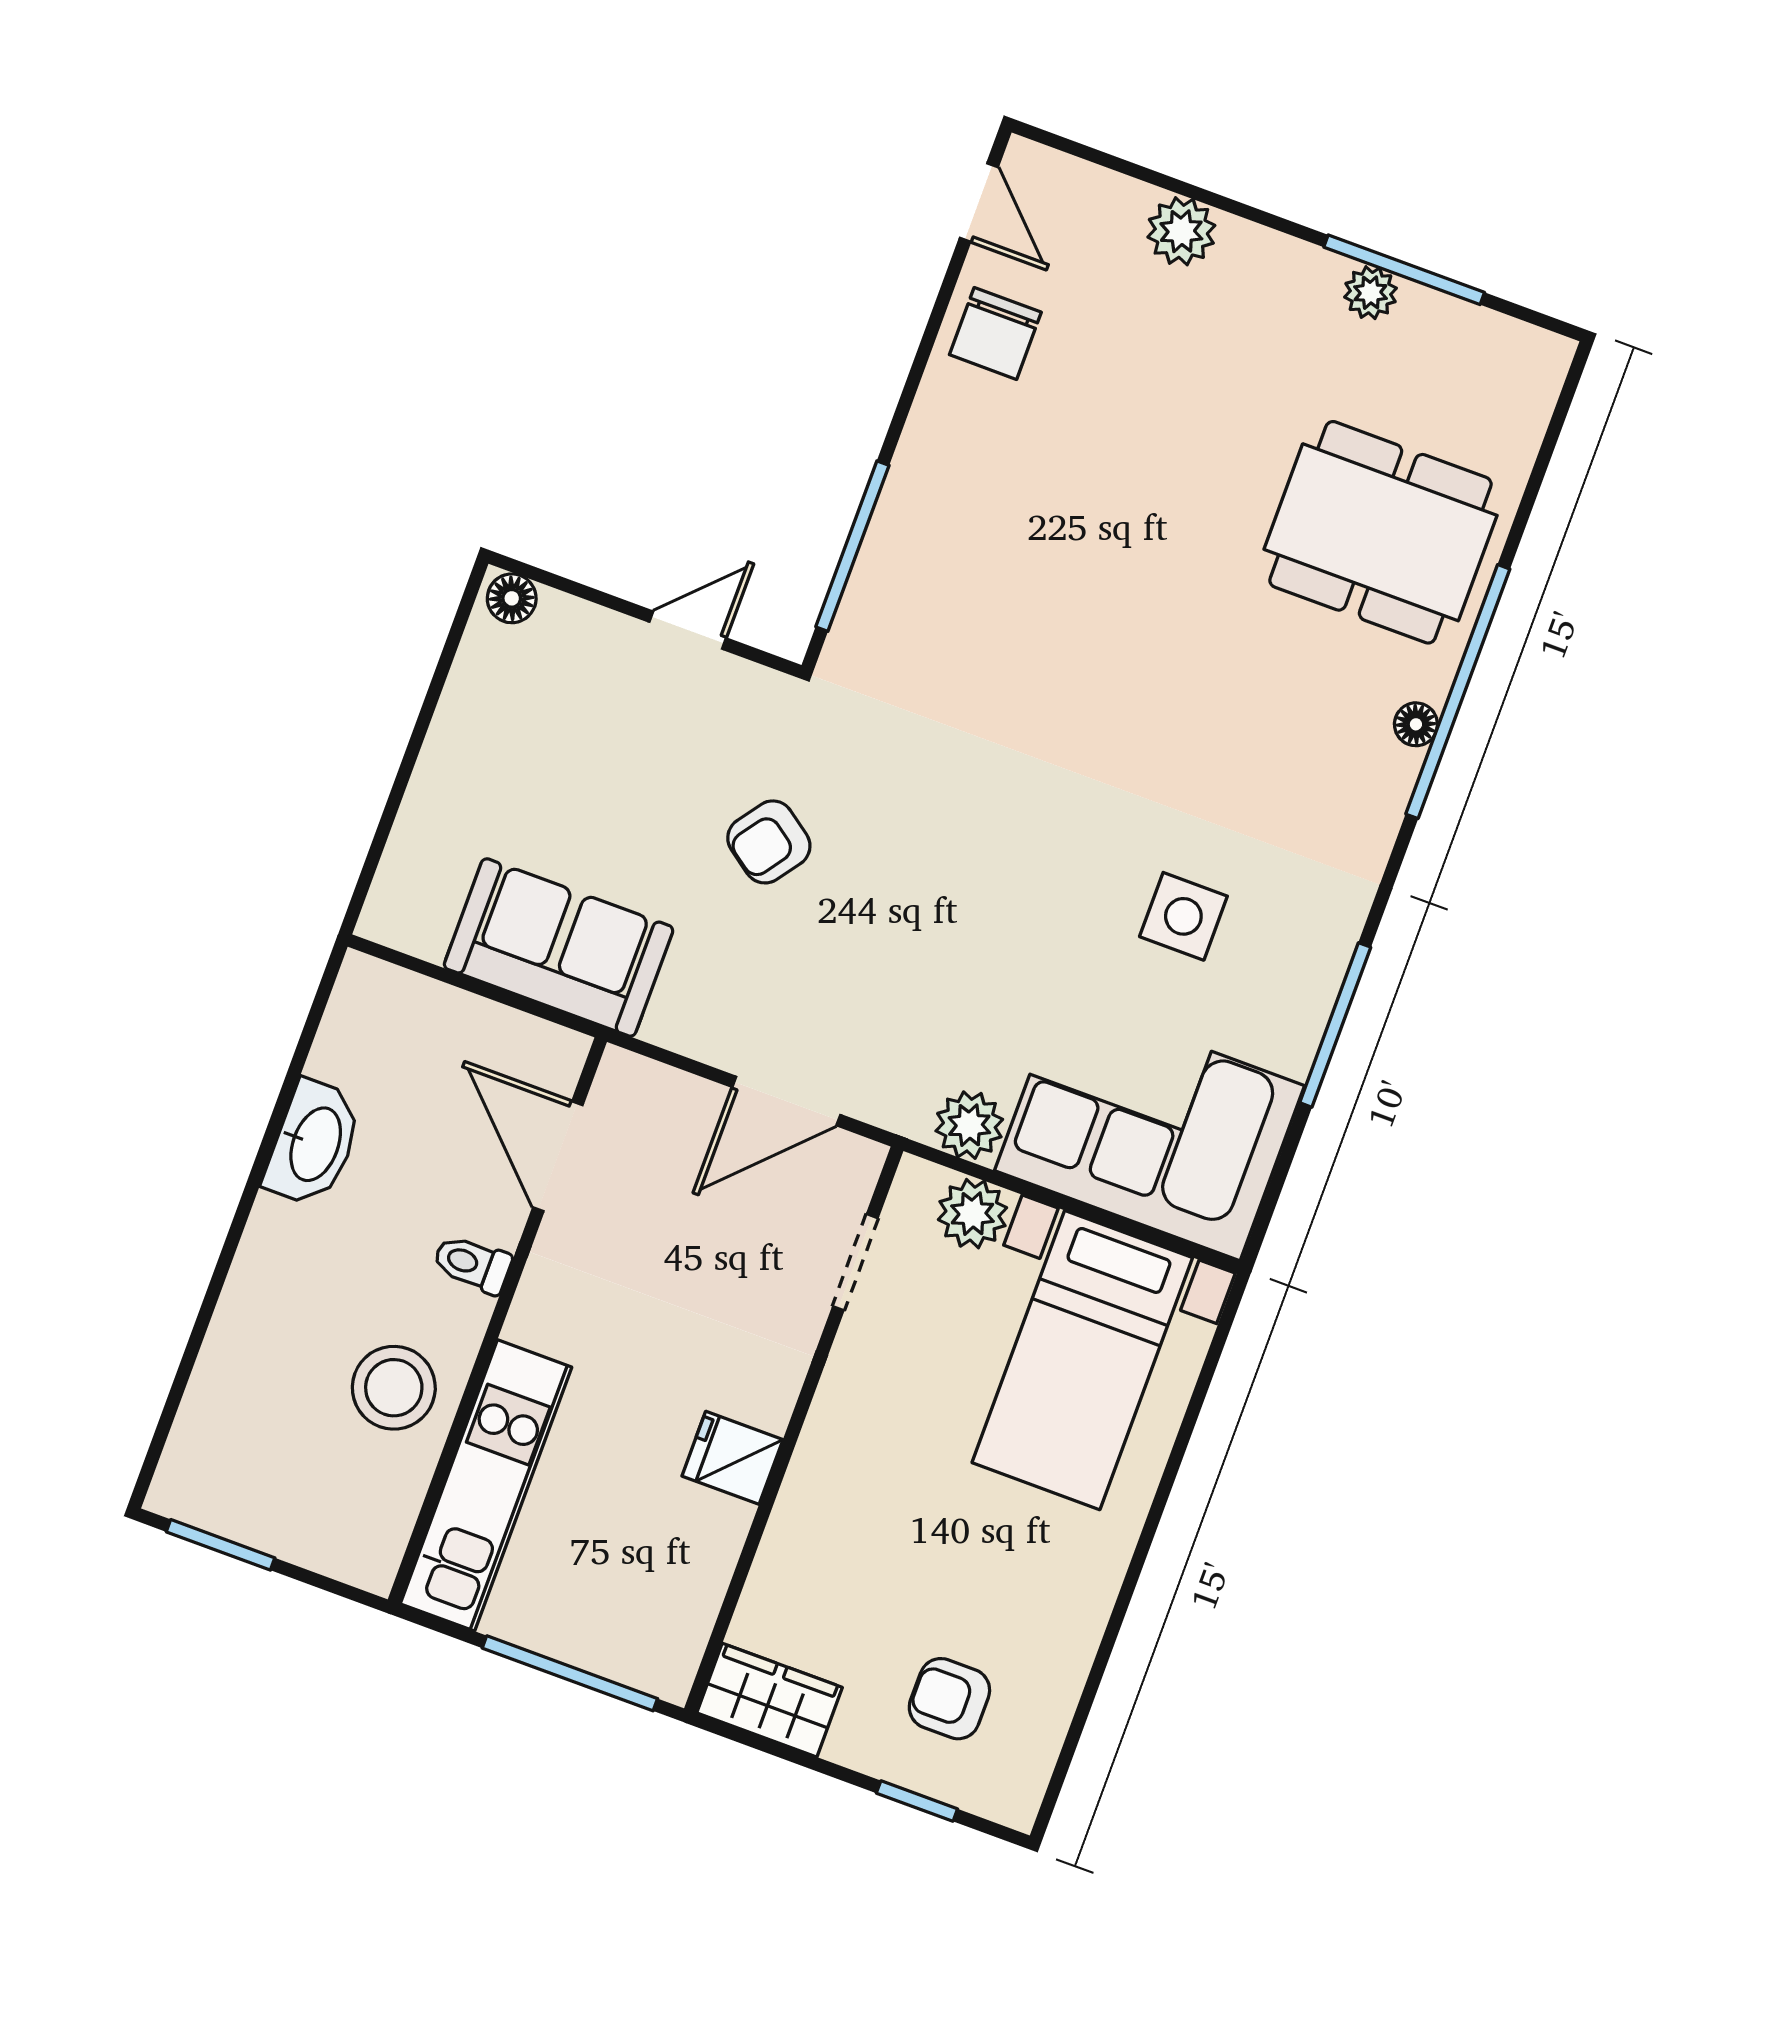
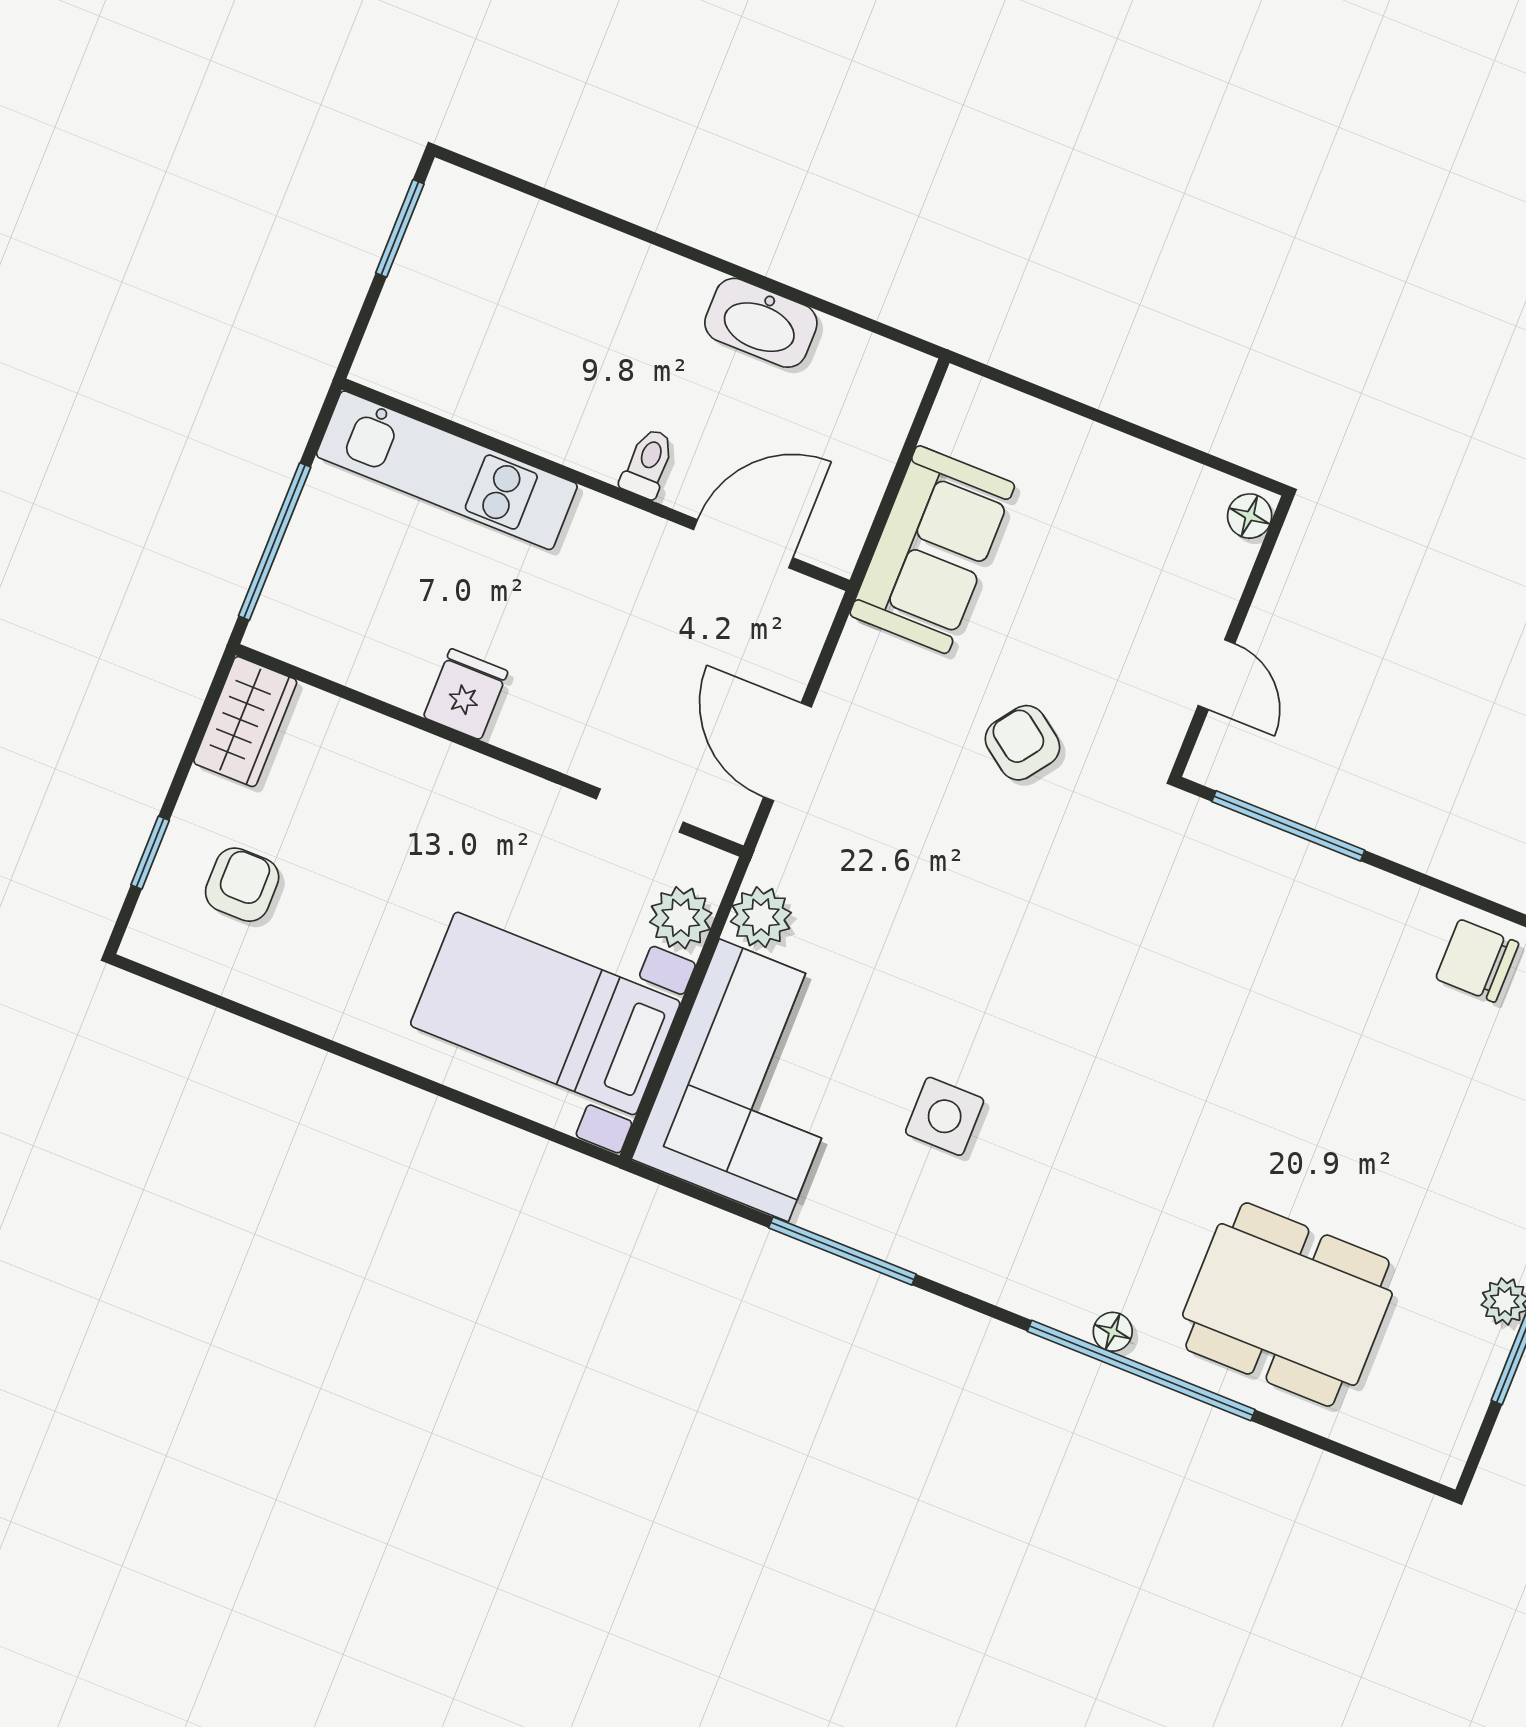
dining table: (1381, 532) -> (1287, 1305), turned 90
stool: (394, 1388) -> (538, 389), removed

